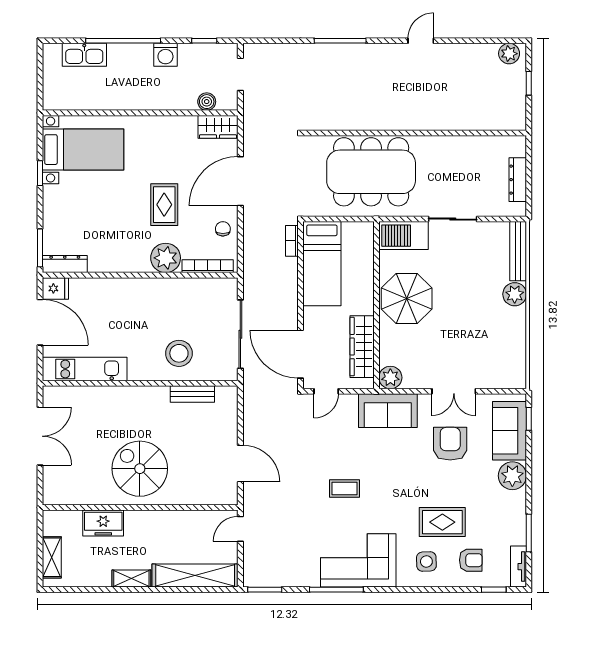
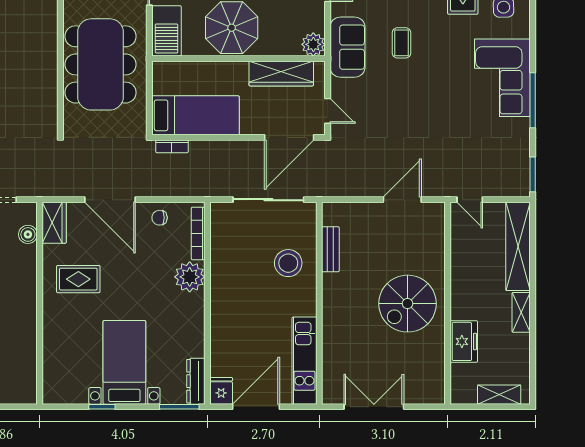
bed with nightstands: (83, 150) -> (124, 362), moved
rug: (164, 205) -> (78, 279), moved
coffee table: (345, 488) -> (402, 43), moved

